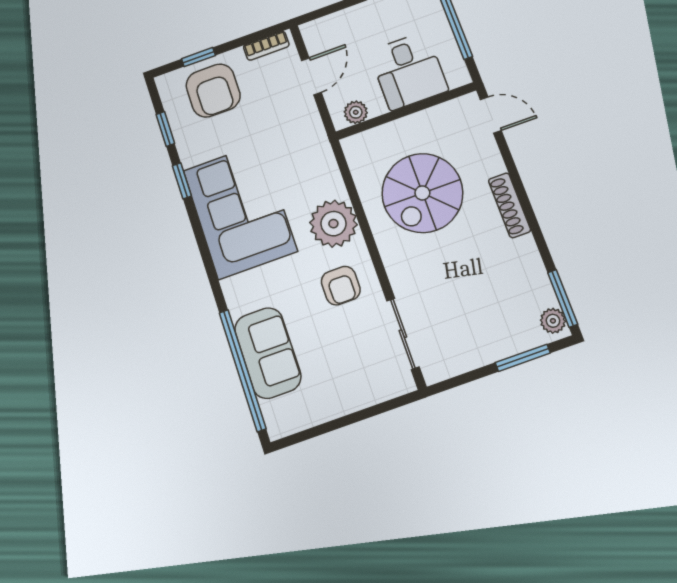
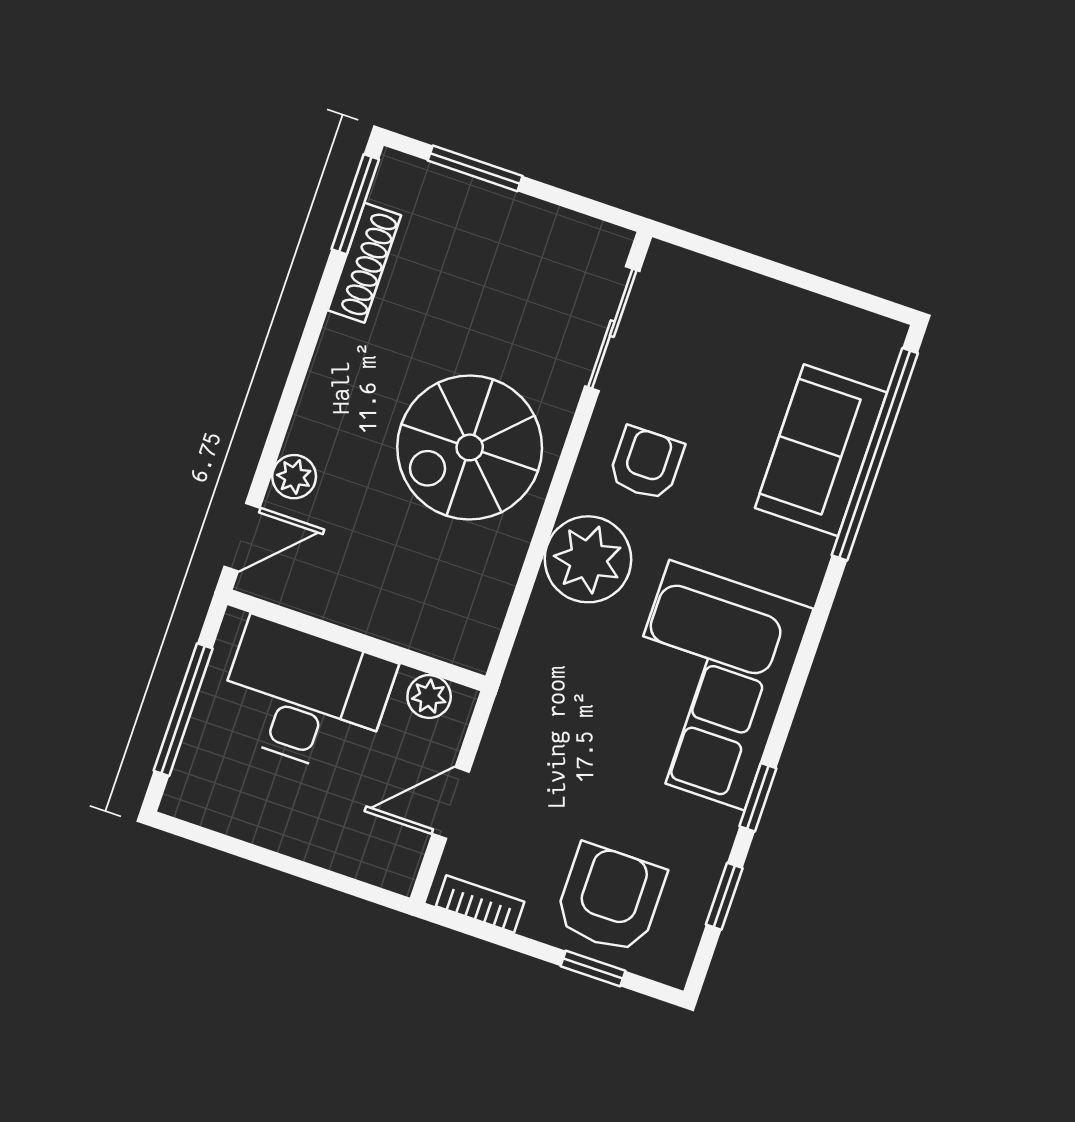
desk: (408, 71) -> (305, 697), width x1.37
door: (491, 115) -> (242, 537), swing flipped
spiral stairs: (422, 193) -> (470, 447), moved, turned 180
shoe rack: (509, 205) -> (364, 263), moved
plant: (553, 321) -> (294, 477), moved

